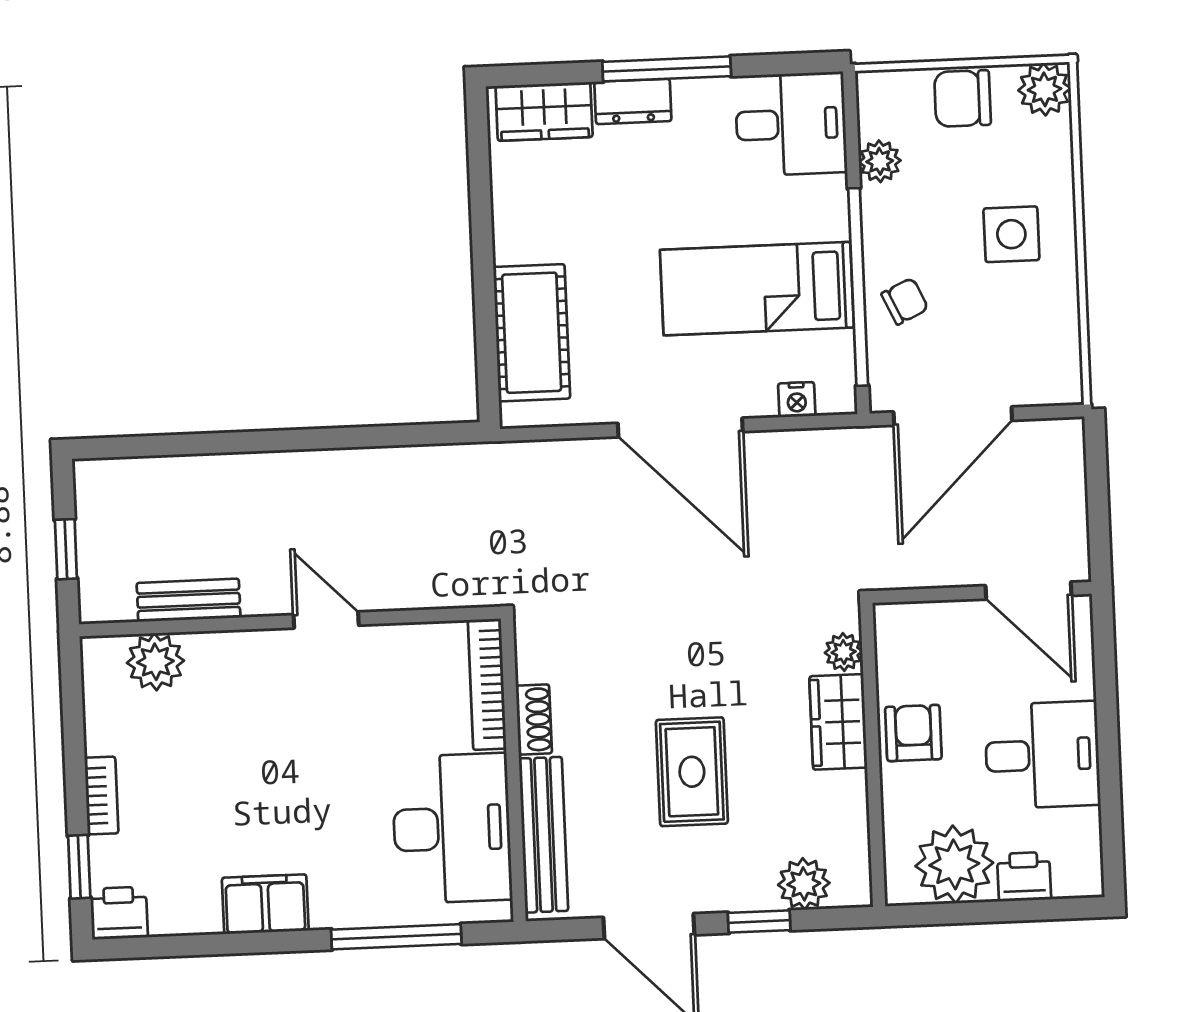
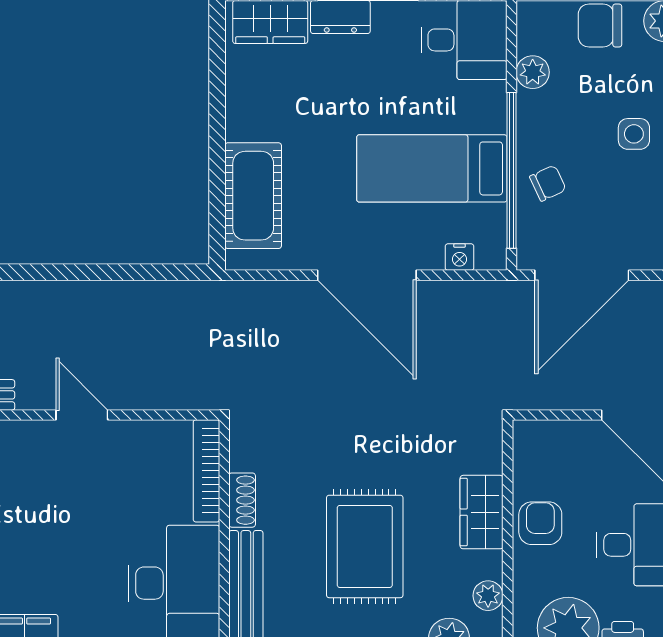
side table: (1011, 234) -> (634, 134), width x0.73, depth x0.73
plant: (844, 652) -> (488, 596), moved
rug: (692, 772) -> (365, 546), width x1.36, depth x1.43

